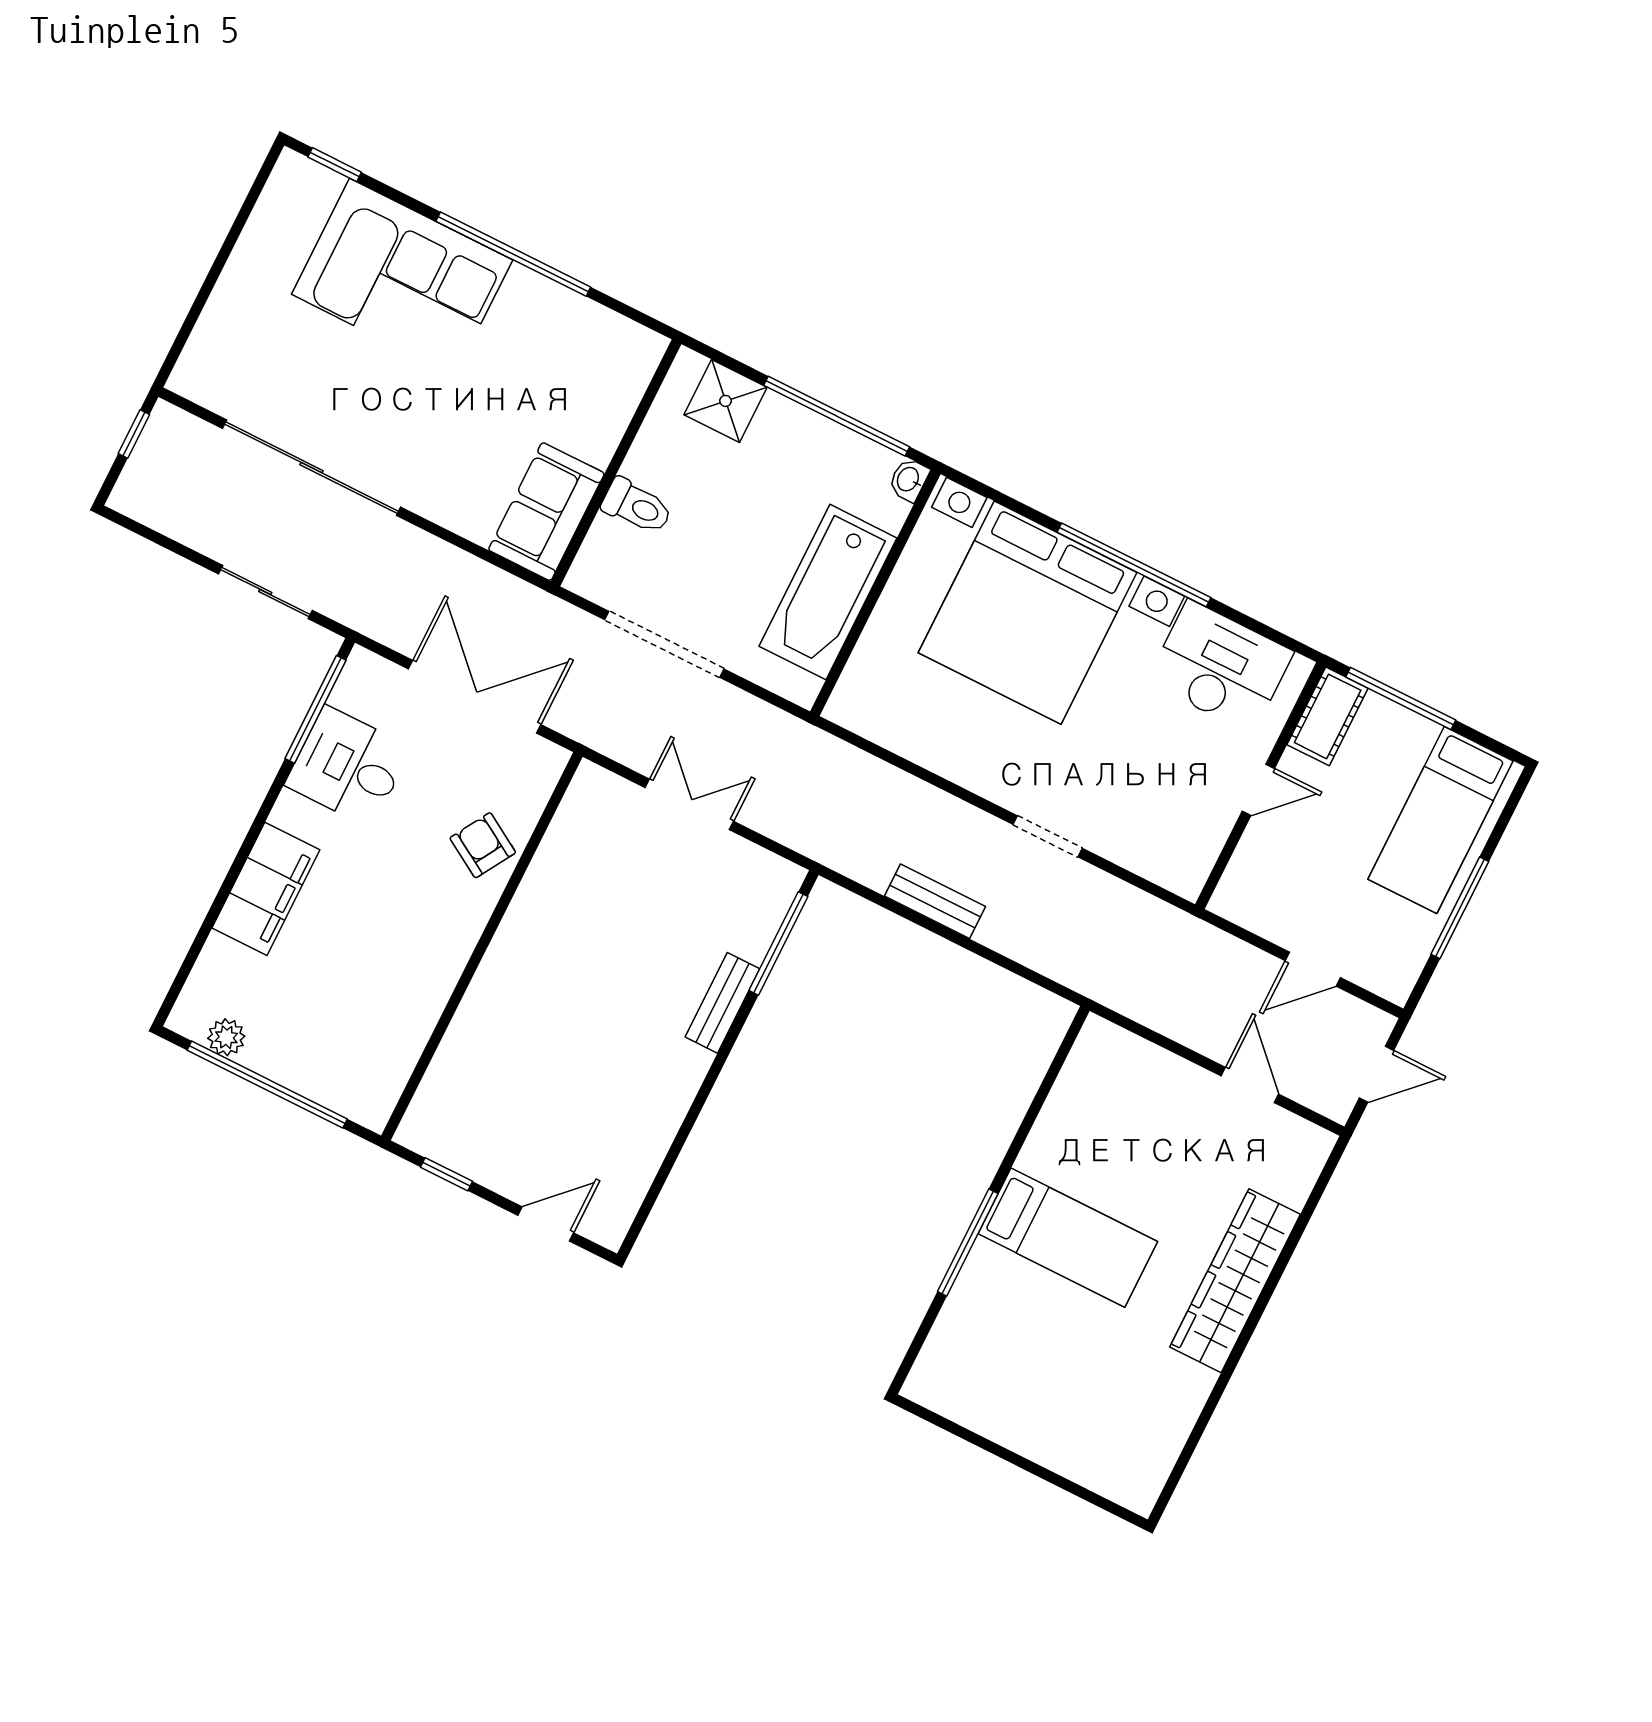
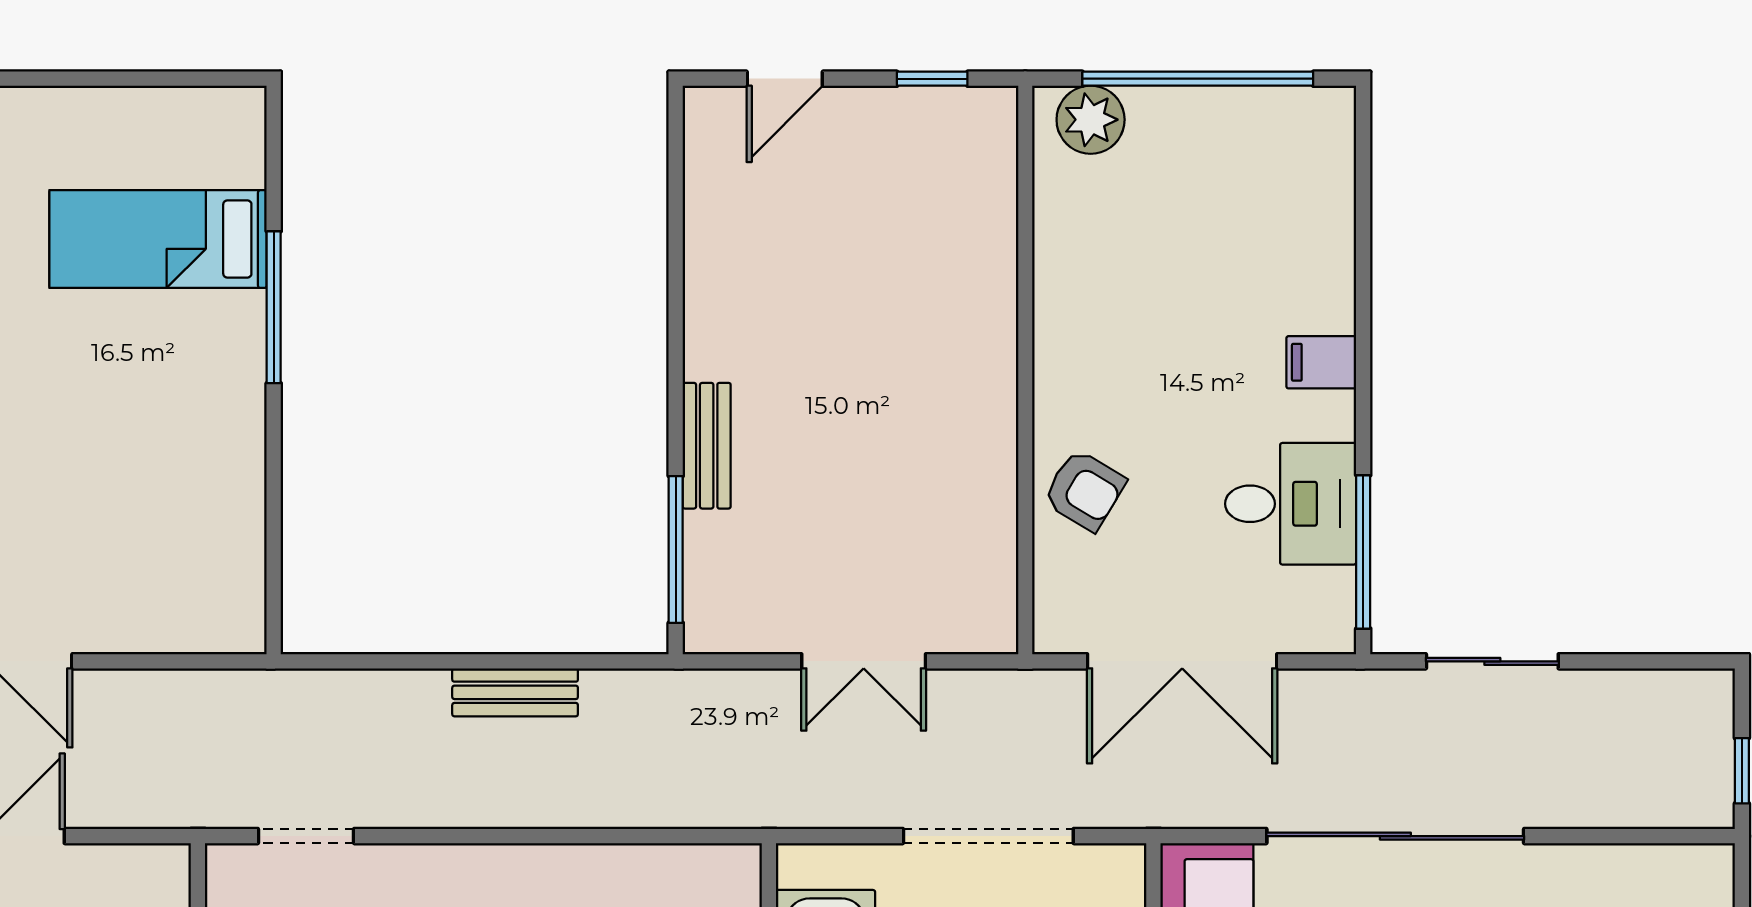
sliding door: (311, 468) -> (1395, 836), moved
doorway: (1048, 836) -> (306, 836), moved
filing cabinet: (266, 889) -> (1321, 362), width x0.33, depth x0.86
plant: (226, 1037) -> (1091, 120), moved, width x1.38, depth x1.38
bed: (1068, 1238) -> (158, 239), moved

